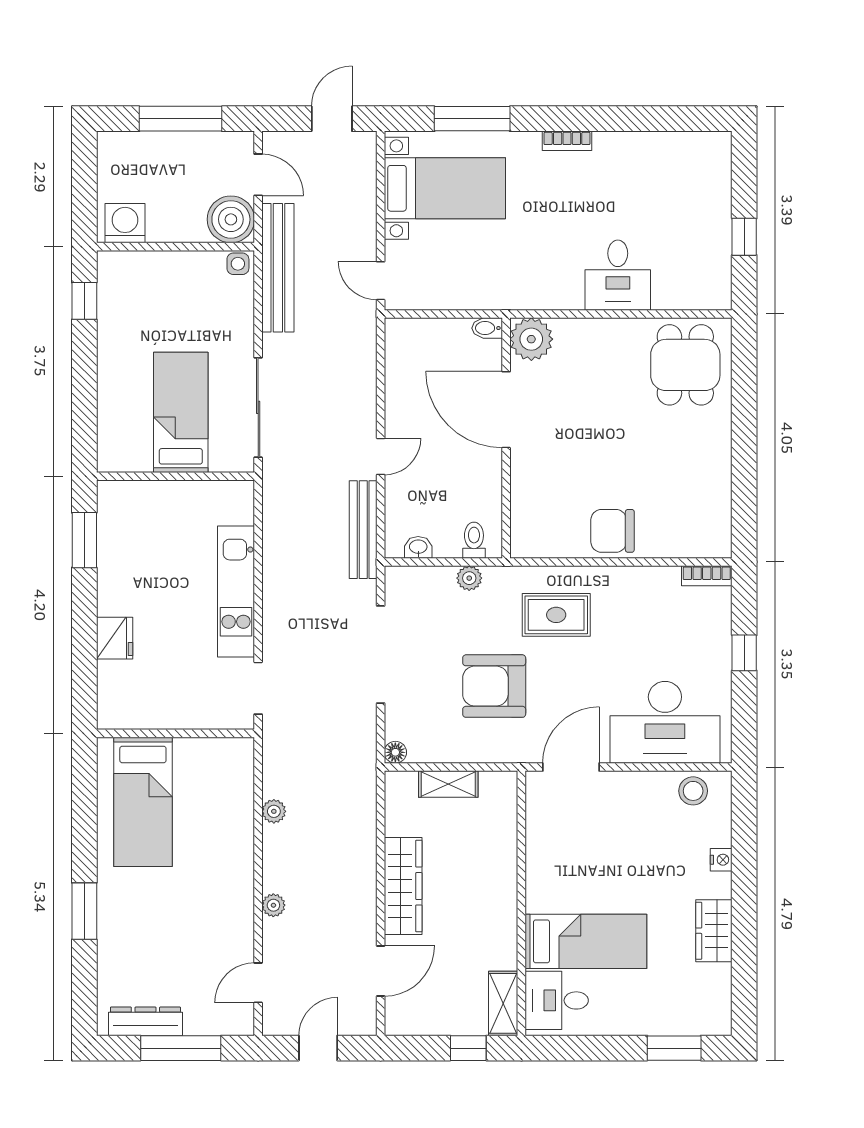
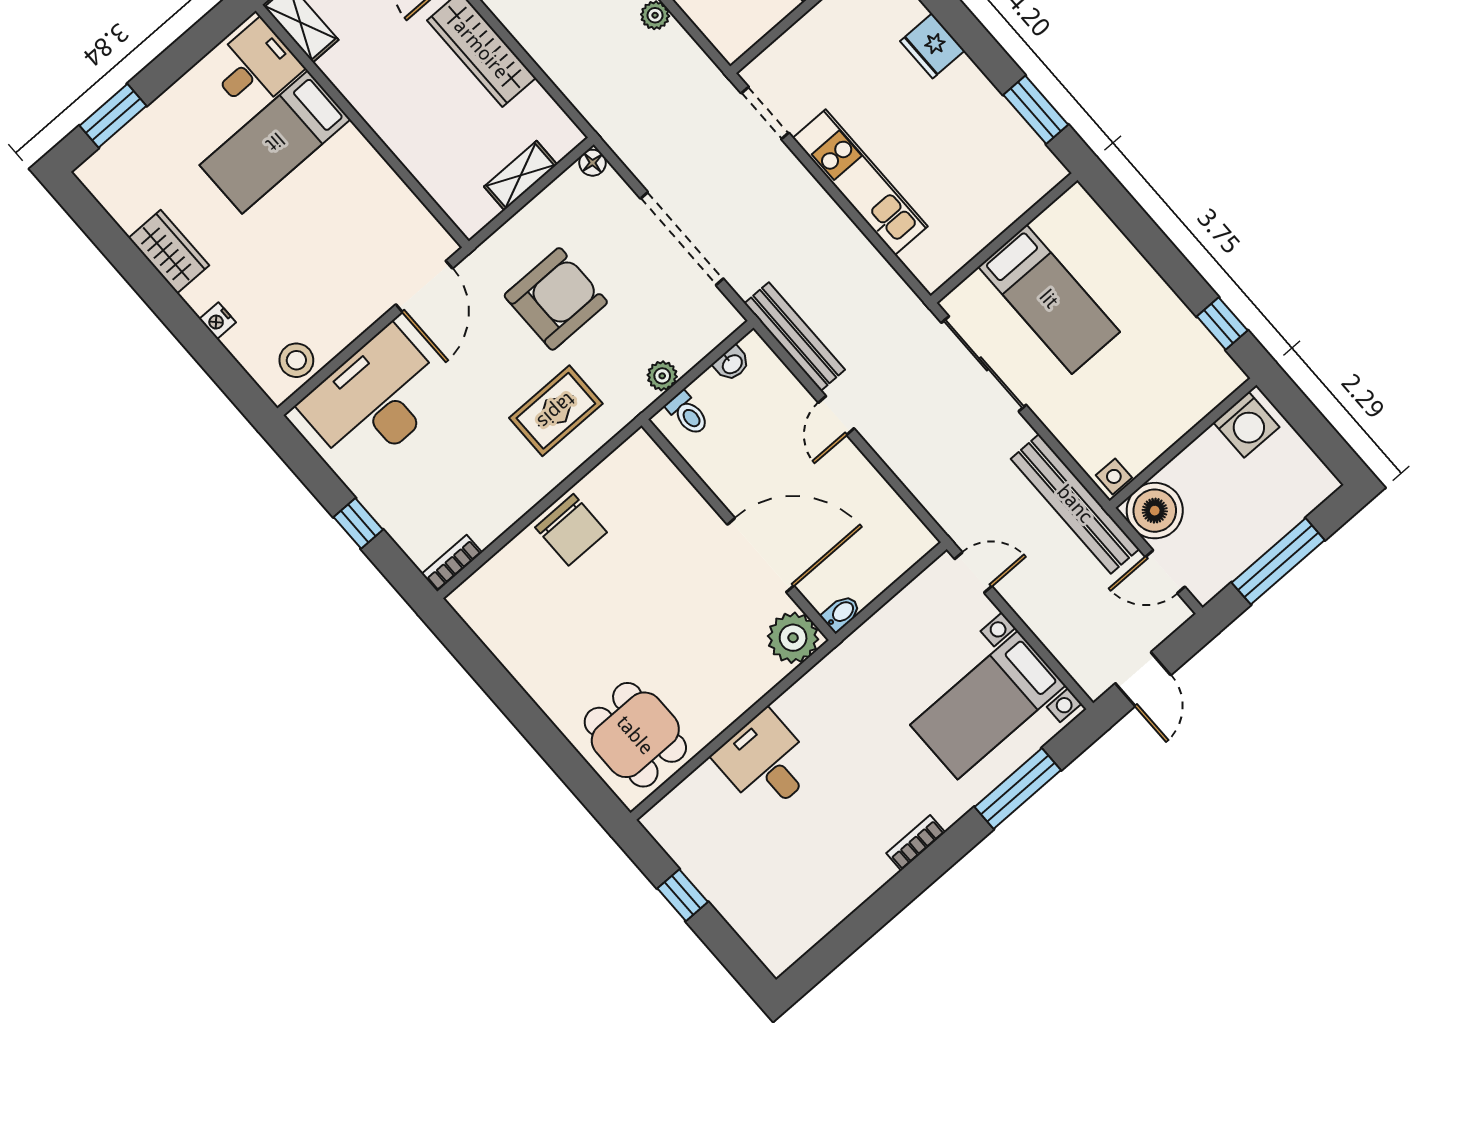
chair: (613, 531) -> (571, 530), turned 90

